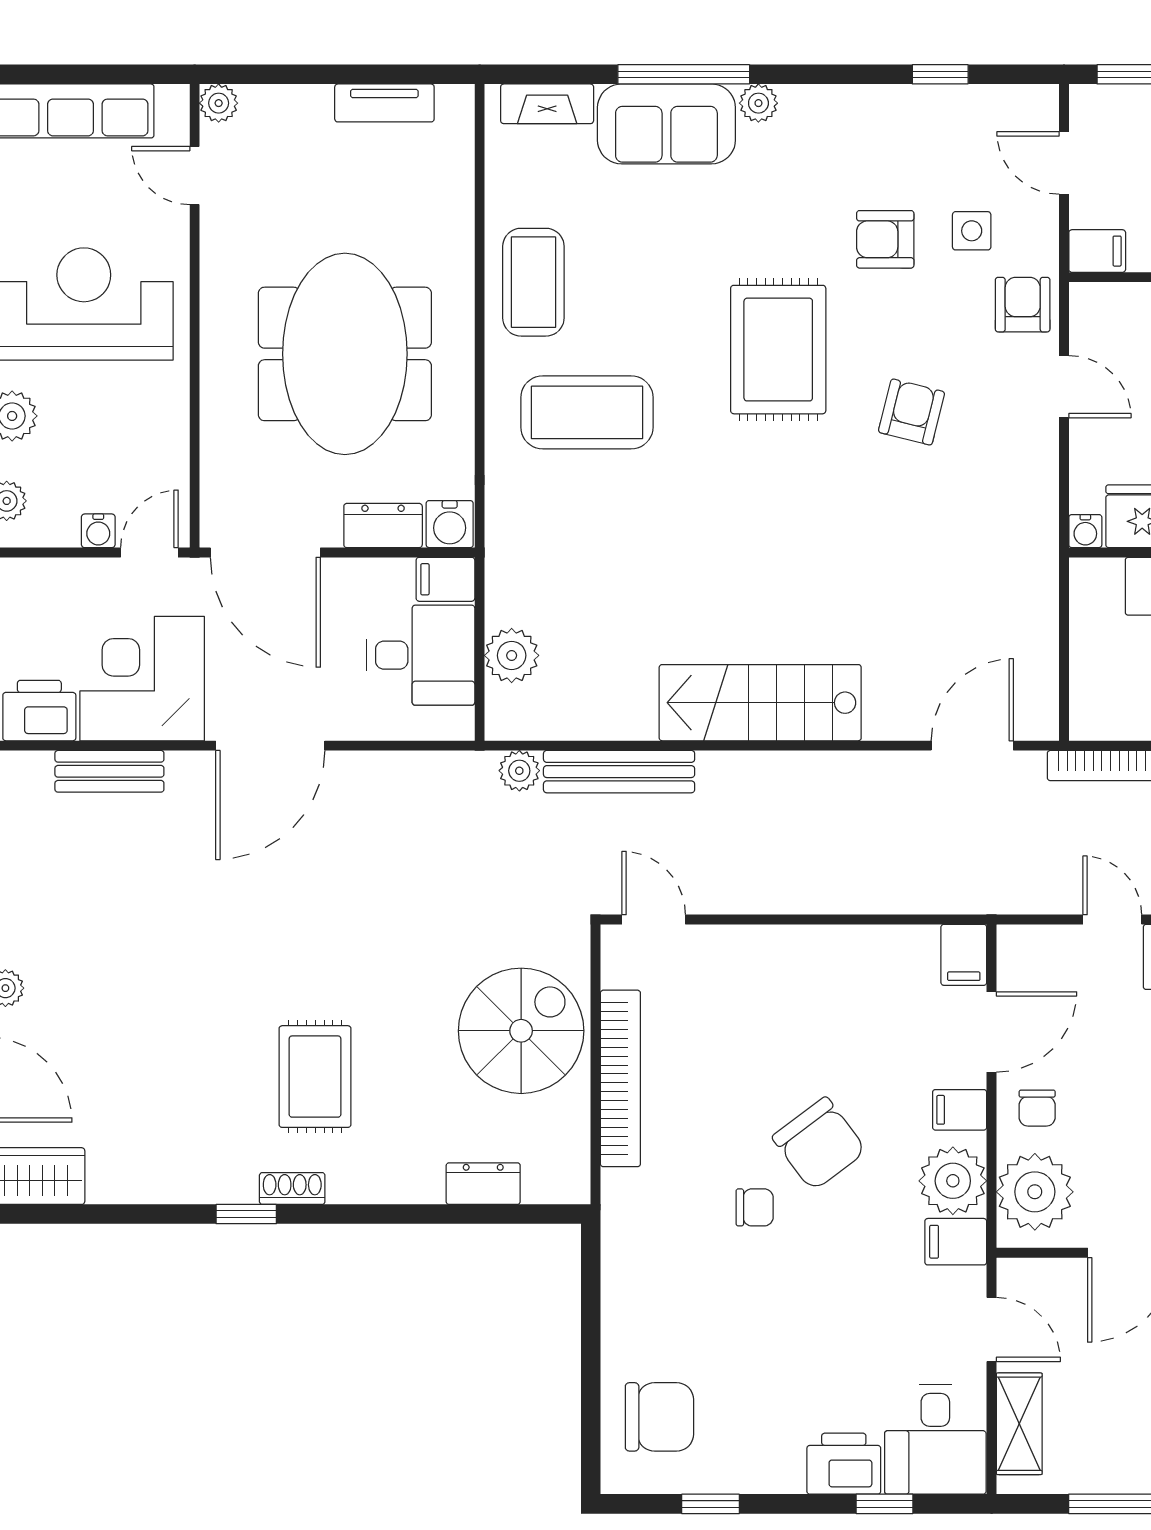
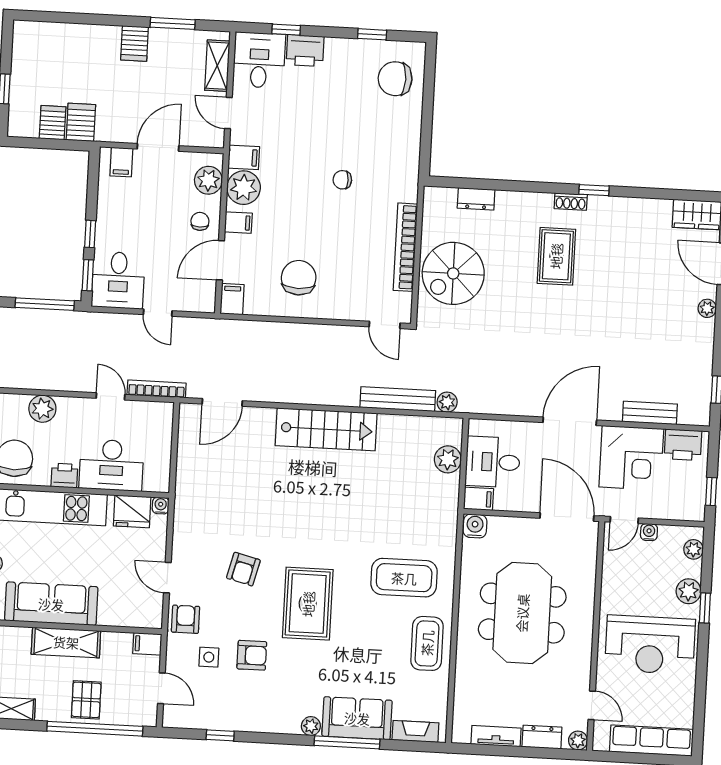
armchair: (1023, 305) -> (186, 619), turned 180
dresser: (383, 526) -> (542, 737), moved, turned 180
chair: (819, 1144) -> (299, 278), moved, turned 37
plant: (1035, 1192) -> (208, 180), width x0.73, depth x0.73

